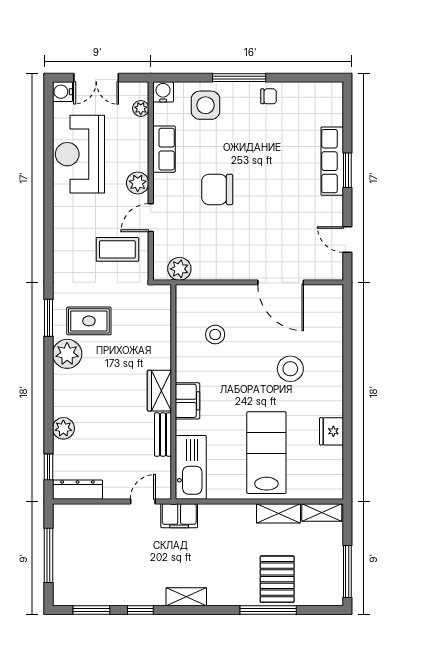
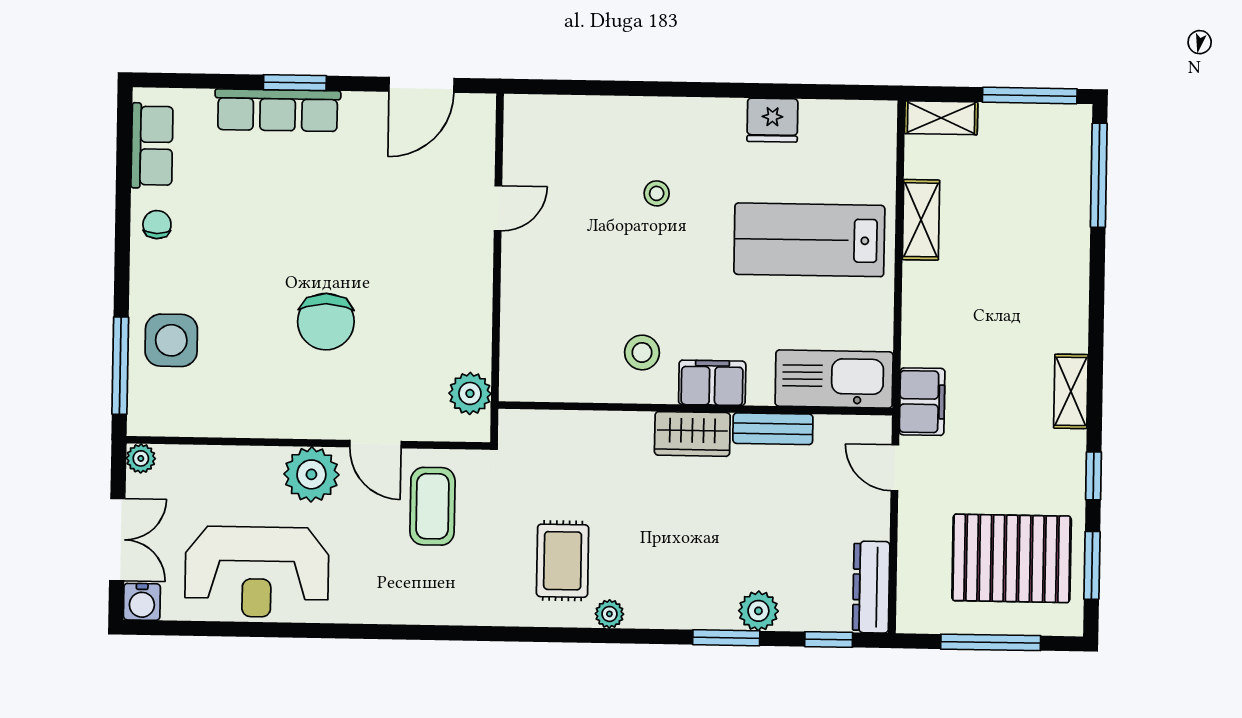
window: (239, 78) -> (120, 366), moved
water cooler: (163, 92) -> (146, 418), removed
plant: (141, 108) -> (141, 458), moved
row of seats: (164, 149) -> (152, 146), moved, turned 90
plant: (138, 183) -> (311, 474), width x1.36, depth x1.36
door: (347, 239) -> (422, 85), width x1.38
door: (281, 282) -> (498, 208), width x0.53
window: (48, 318) -> (726, 638), moved
stool: (215, 335) -> (642, 352), moved
plant: (67, 354) -> (609, 614), width x0.53, depth x0.53
stool: (290, 369) -> (657, 193), width x0.53, depth x0.53
shelving: (322, 512) -> (941, 118), moved, turned 90
pallet: (277, 579) -> (1012, 558), moved, width x1.37, depth x1.41
window: (268, 610) -> (1099, 175), moved

